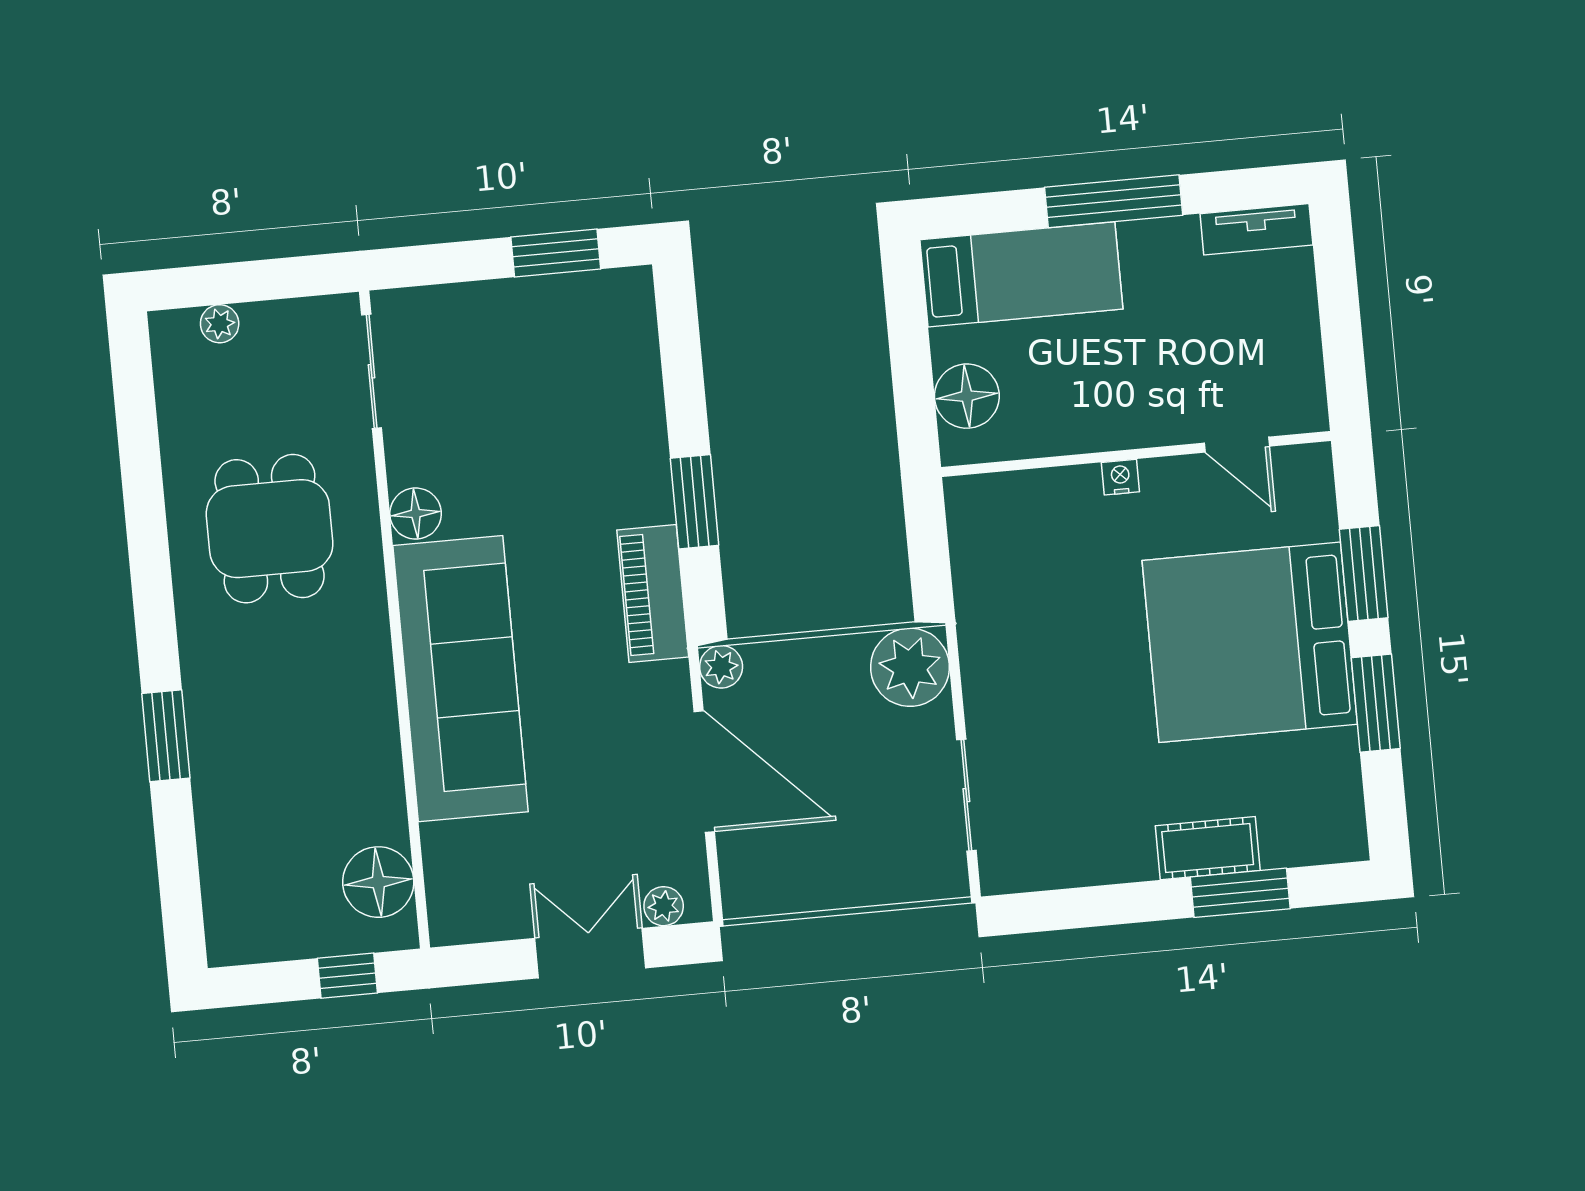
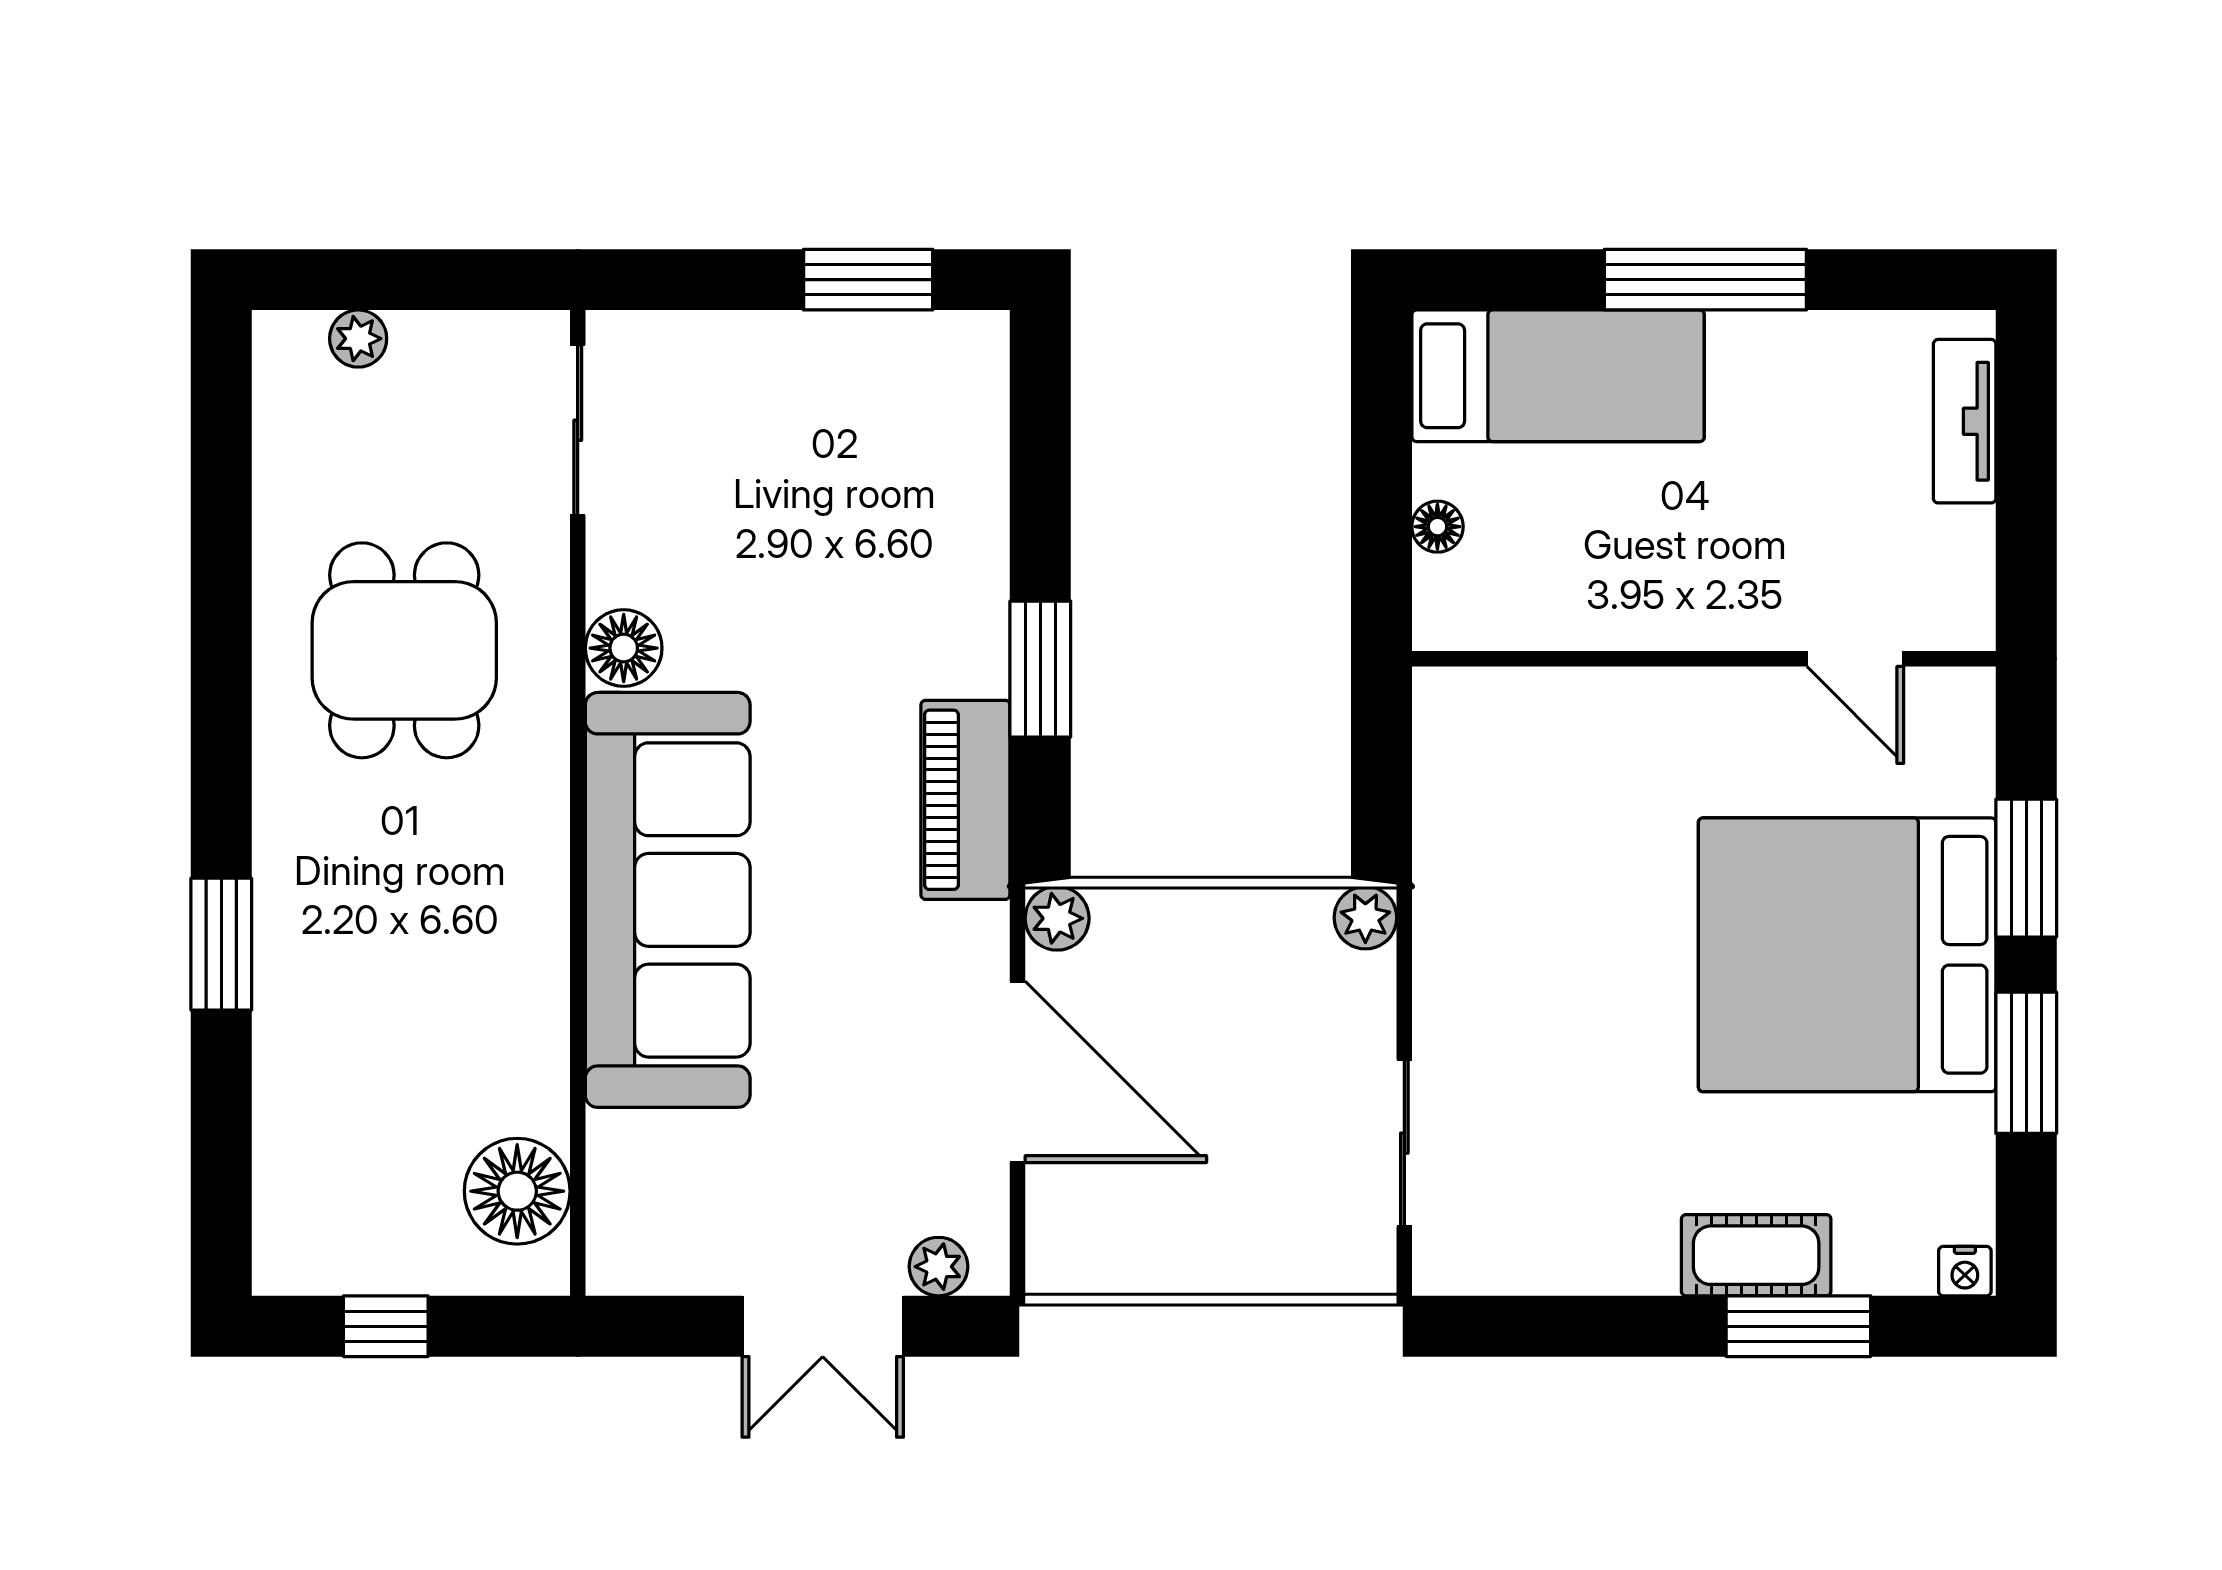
tv unit: (1256, 229) -> (1965, 421), moved, turned 90
floor lamp: (967, 396) -> (1437, 527), width x0.53, depth x0.53
nightstand: (1120, 477) -> (1965, 1271), moved, turned 180
plant: (910, 667) -> (1365, 918), width x0.53, depth x0.53
double door: (590, 953) -> (823, 1326), swing flipped
window: (347, 976) -> (386, 1326), moved

